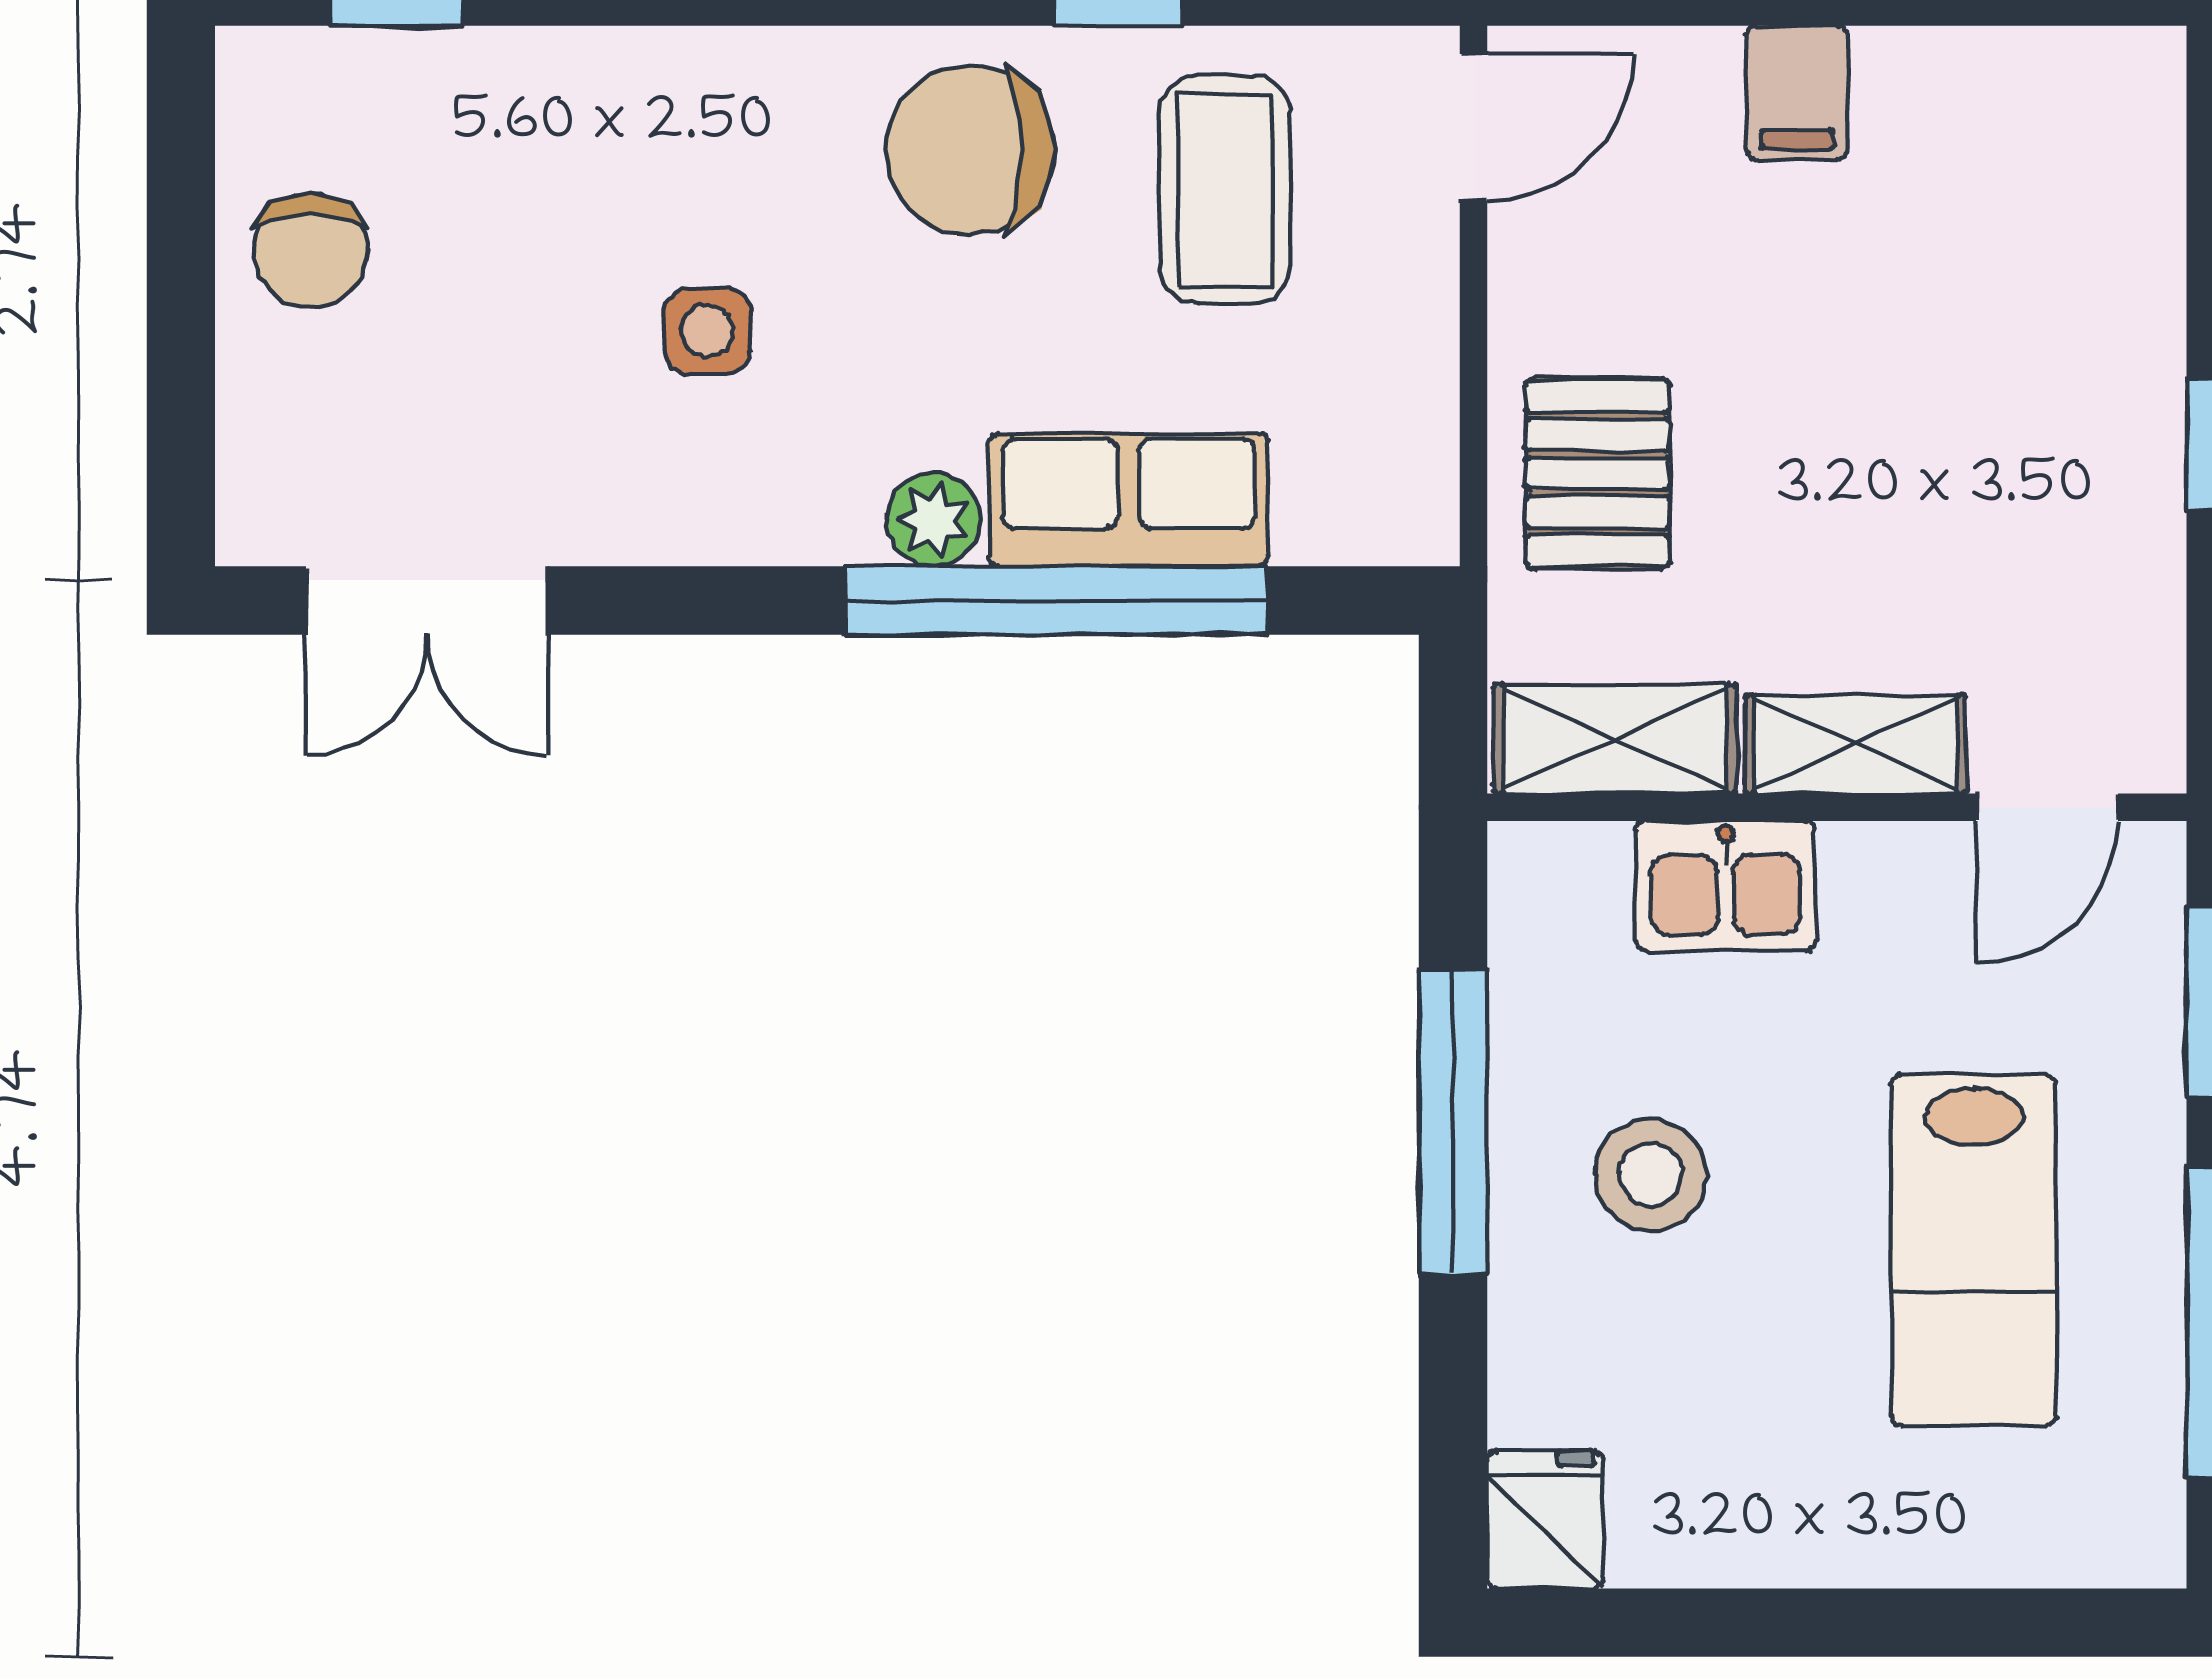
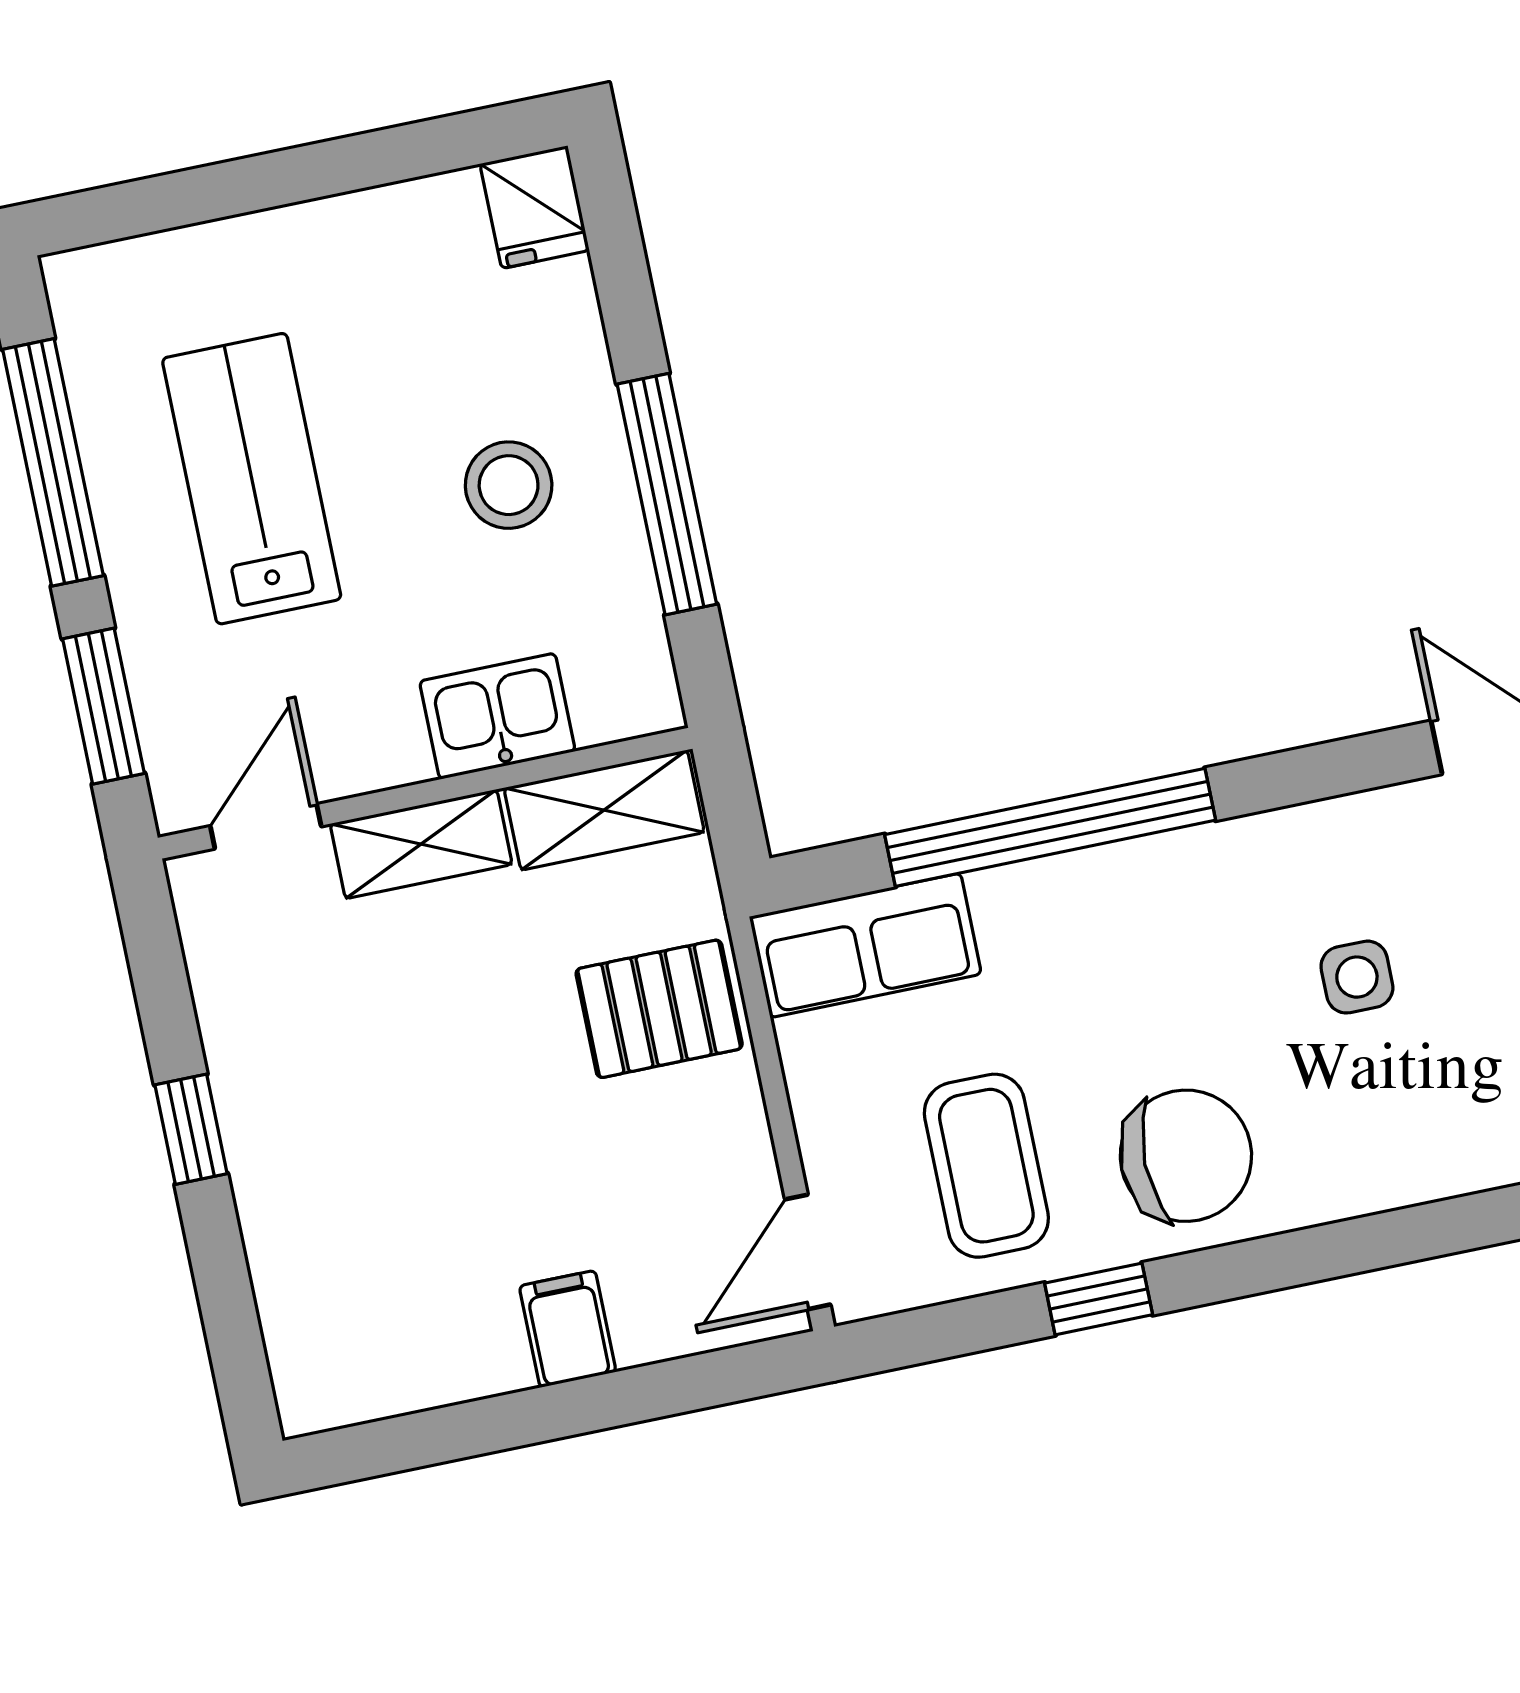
pallet: (1598, 473) -> (659, 1009), turned 90
row of seats: (1129, 500) -> (865, 945), moved
plant: (934, 520) -> (1156, 869), removed

